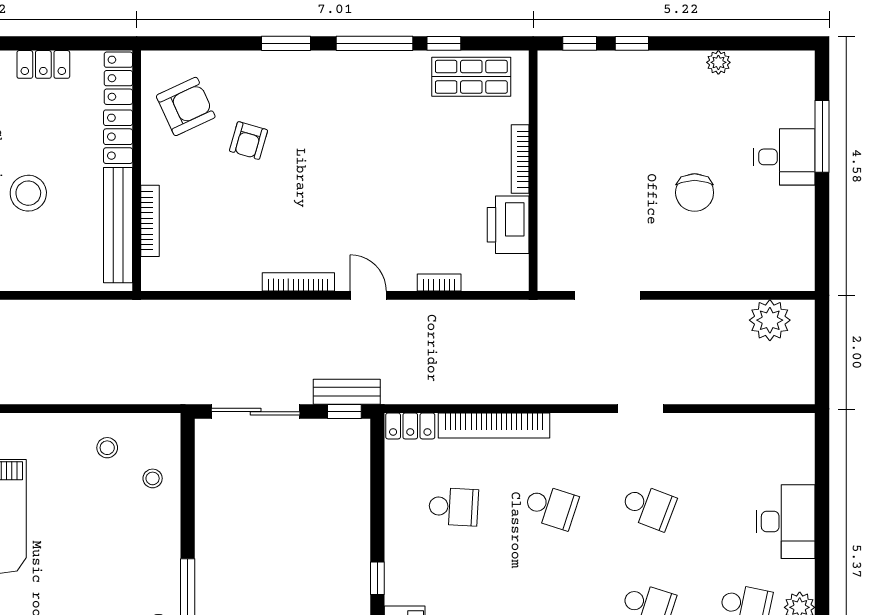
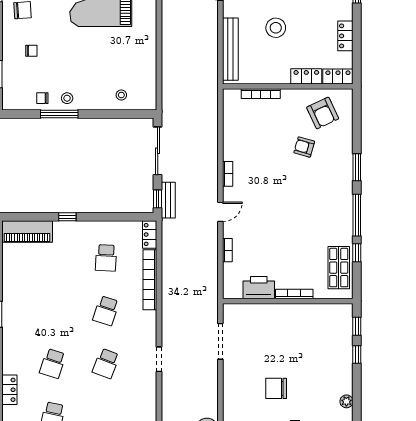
bench: (118, 225) -> (230, 49), moved, turned 90
bookcase: (298, 282) -> (228, 174), width x0.64
stool: (107, 448) -> (67, 98), moved

